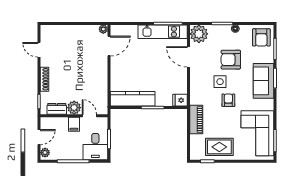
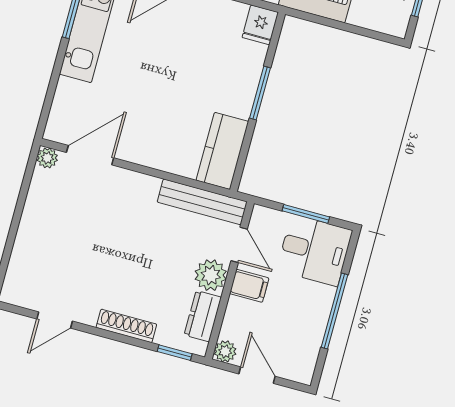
door: (109, 46) -> (90, 155), hinge flipped
bench: (103, 96) -> (202, 202), added
kitchen counter: (133, 99) -> (222, 151), width x0.67
door: (89, 116) -> (239, 245), swing flipped
plant: (45, 153) -> (225, 351), moved

